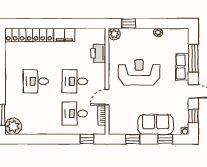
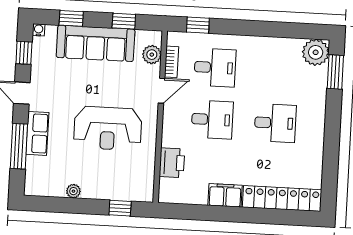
plant: (114, 34) -> (152, 55), moved
sofa: (156, 124) -> (96, 43), width x1.36

